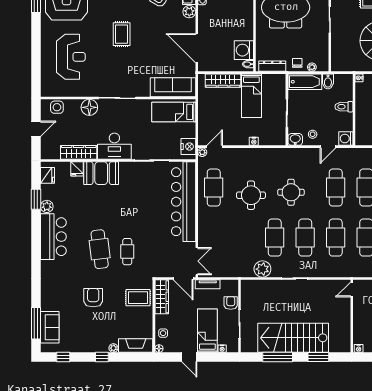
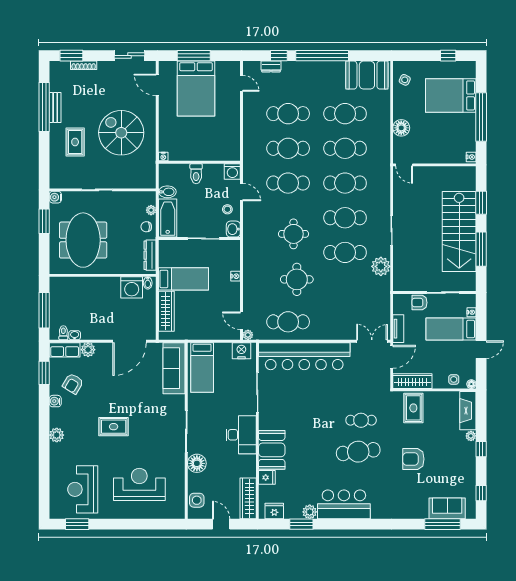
wardrobe: (79, 152) -> (248, 498), moved

